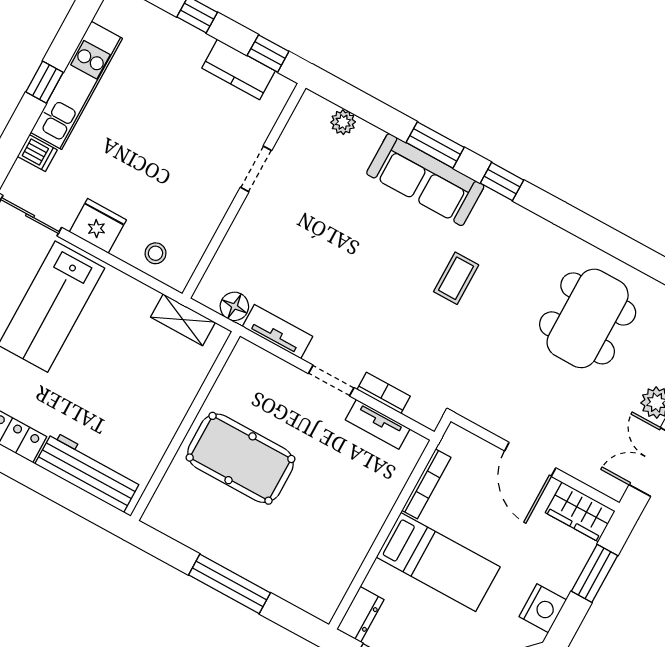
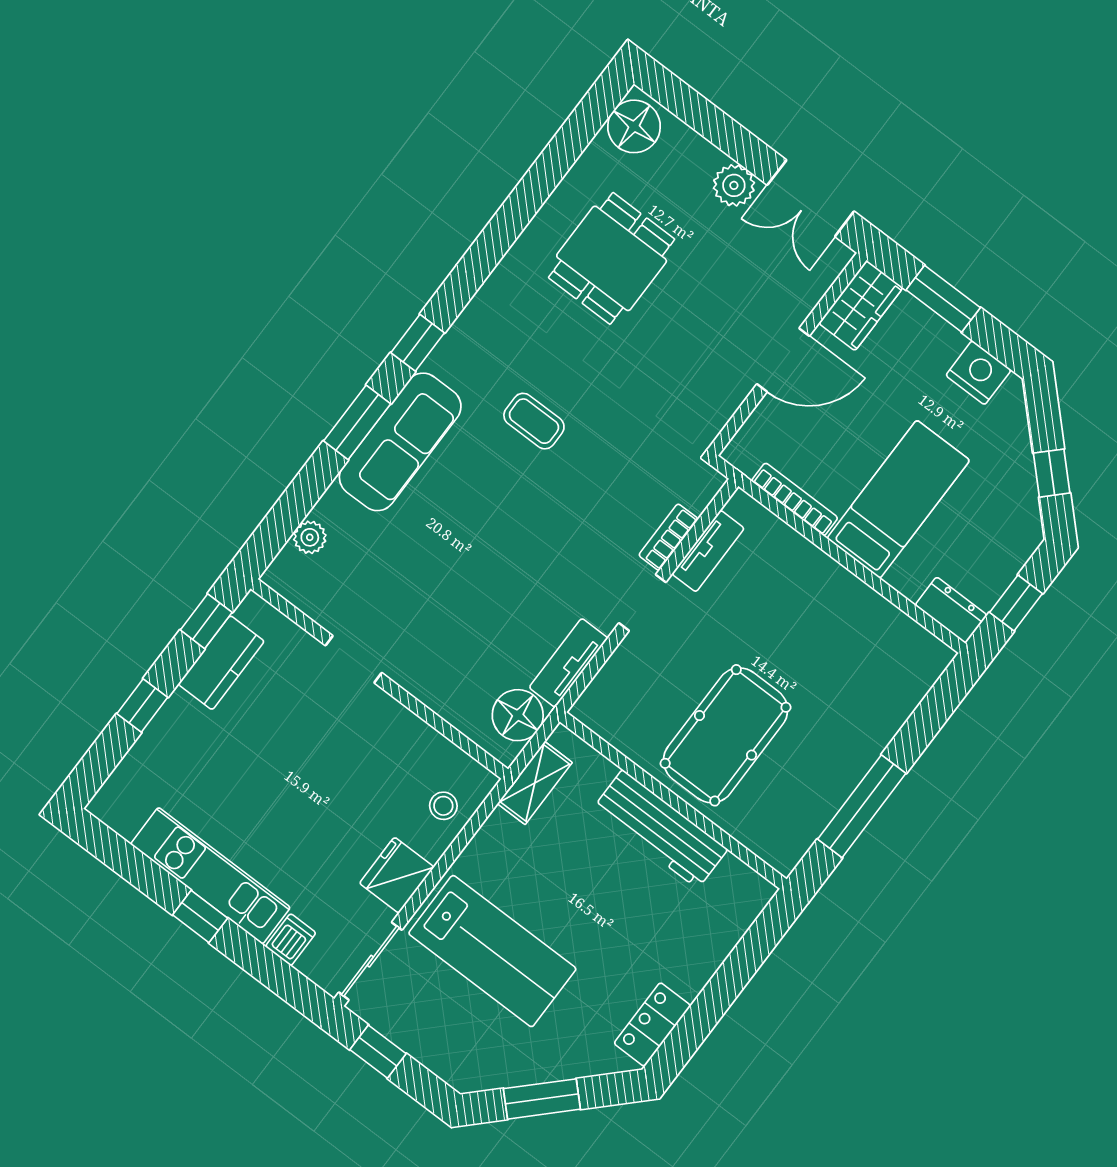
floor lamp: (234, 306) -> (518, 715), width x1.38, depth x1.38
dining table: (588, 318) -> (612, 258), width x0.73
workbench: (88, 472) -> (660, 829), moved, turned -90
window: (229, 584) -> (862, 806), moved

